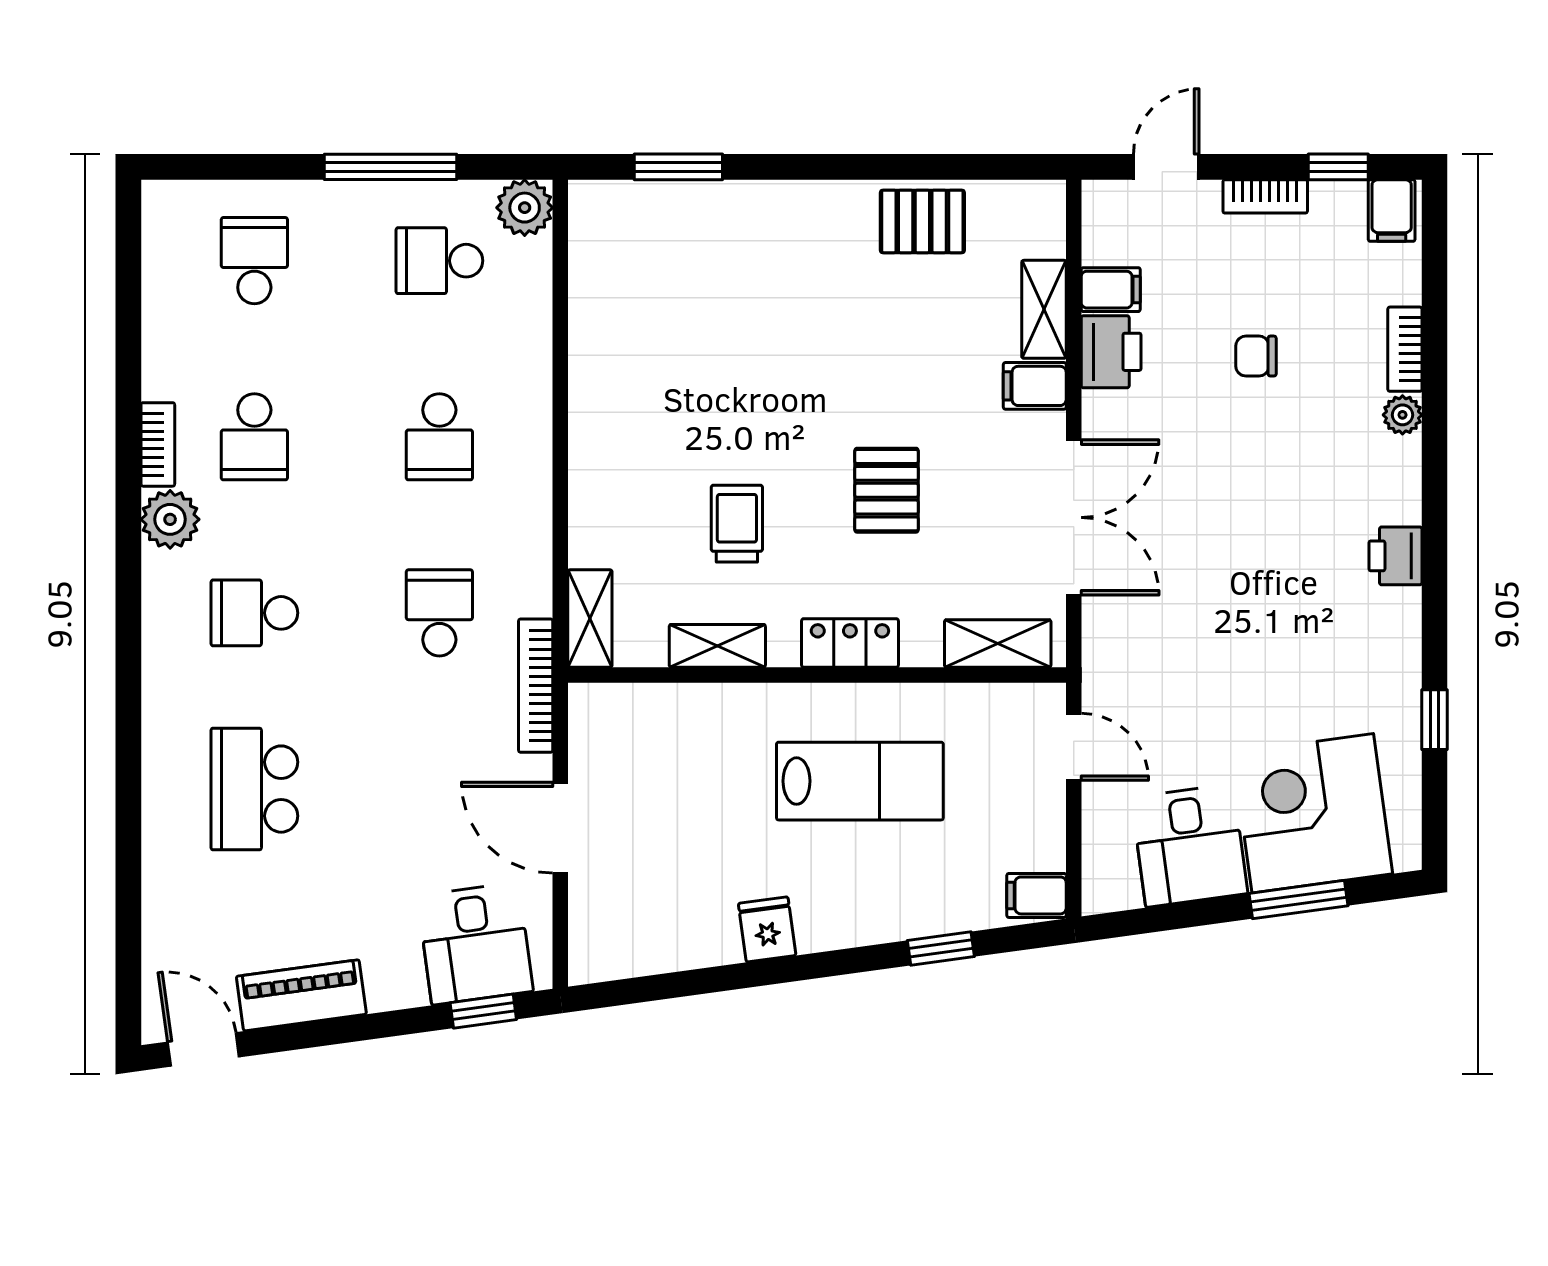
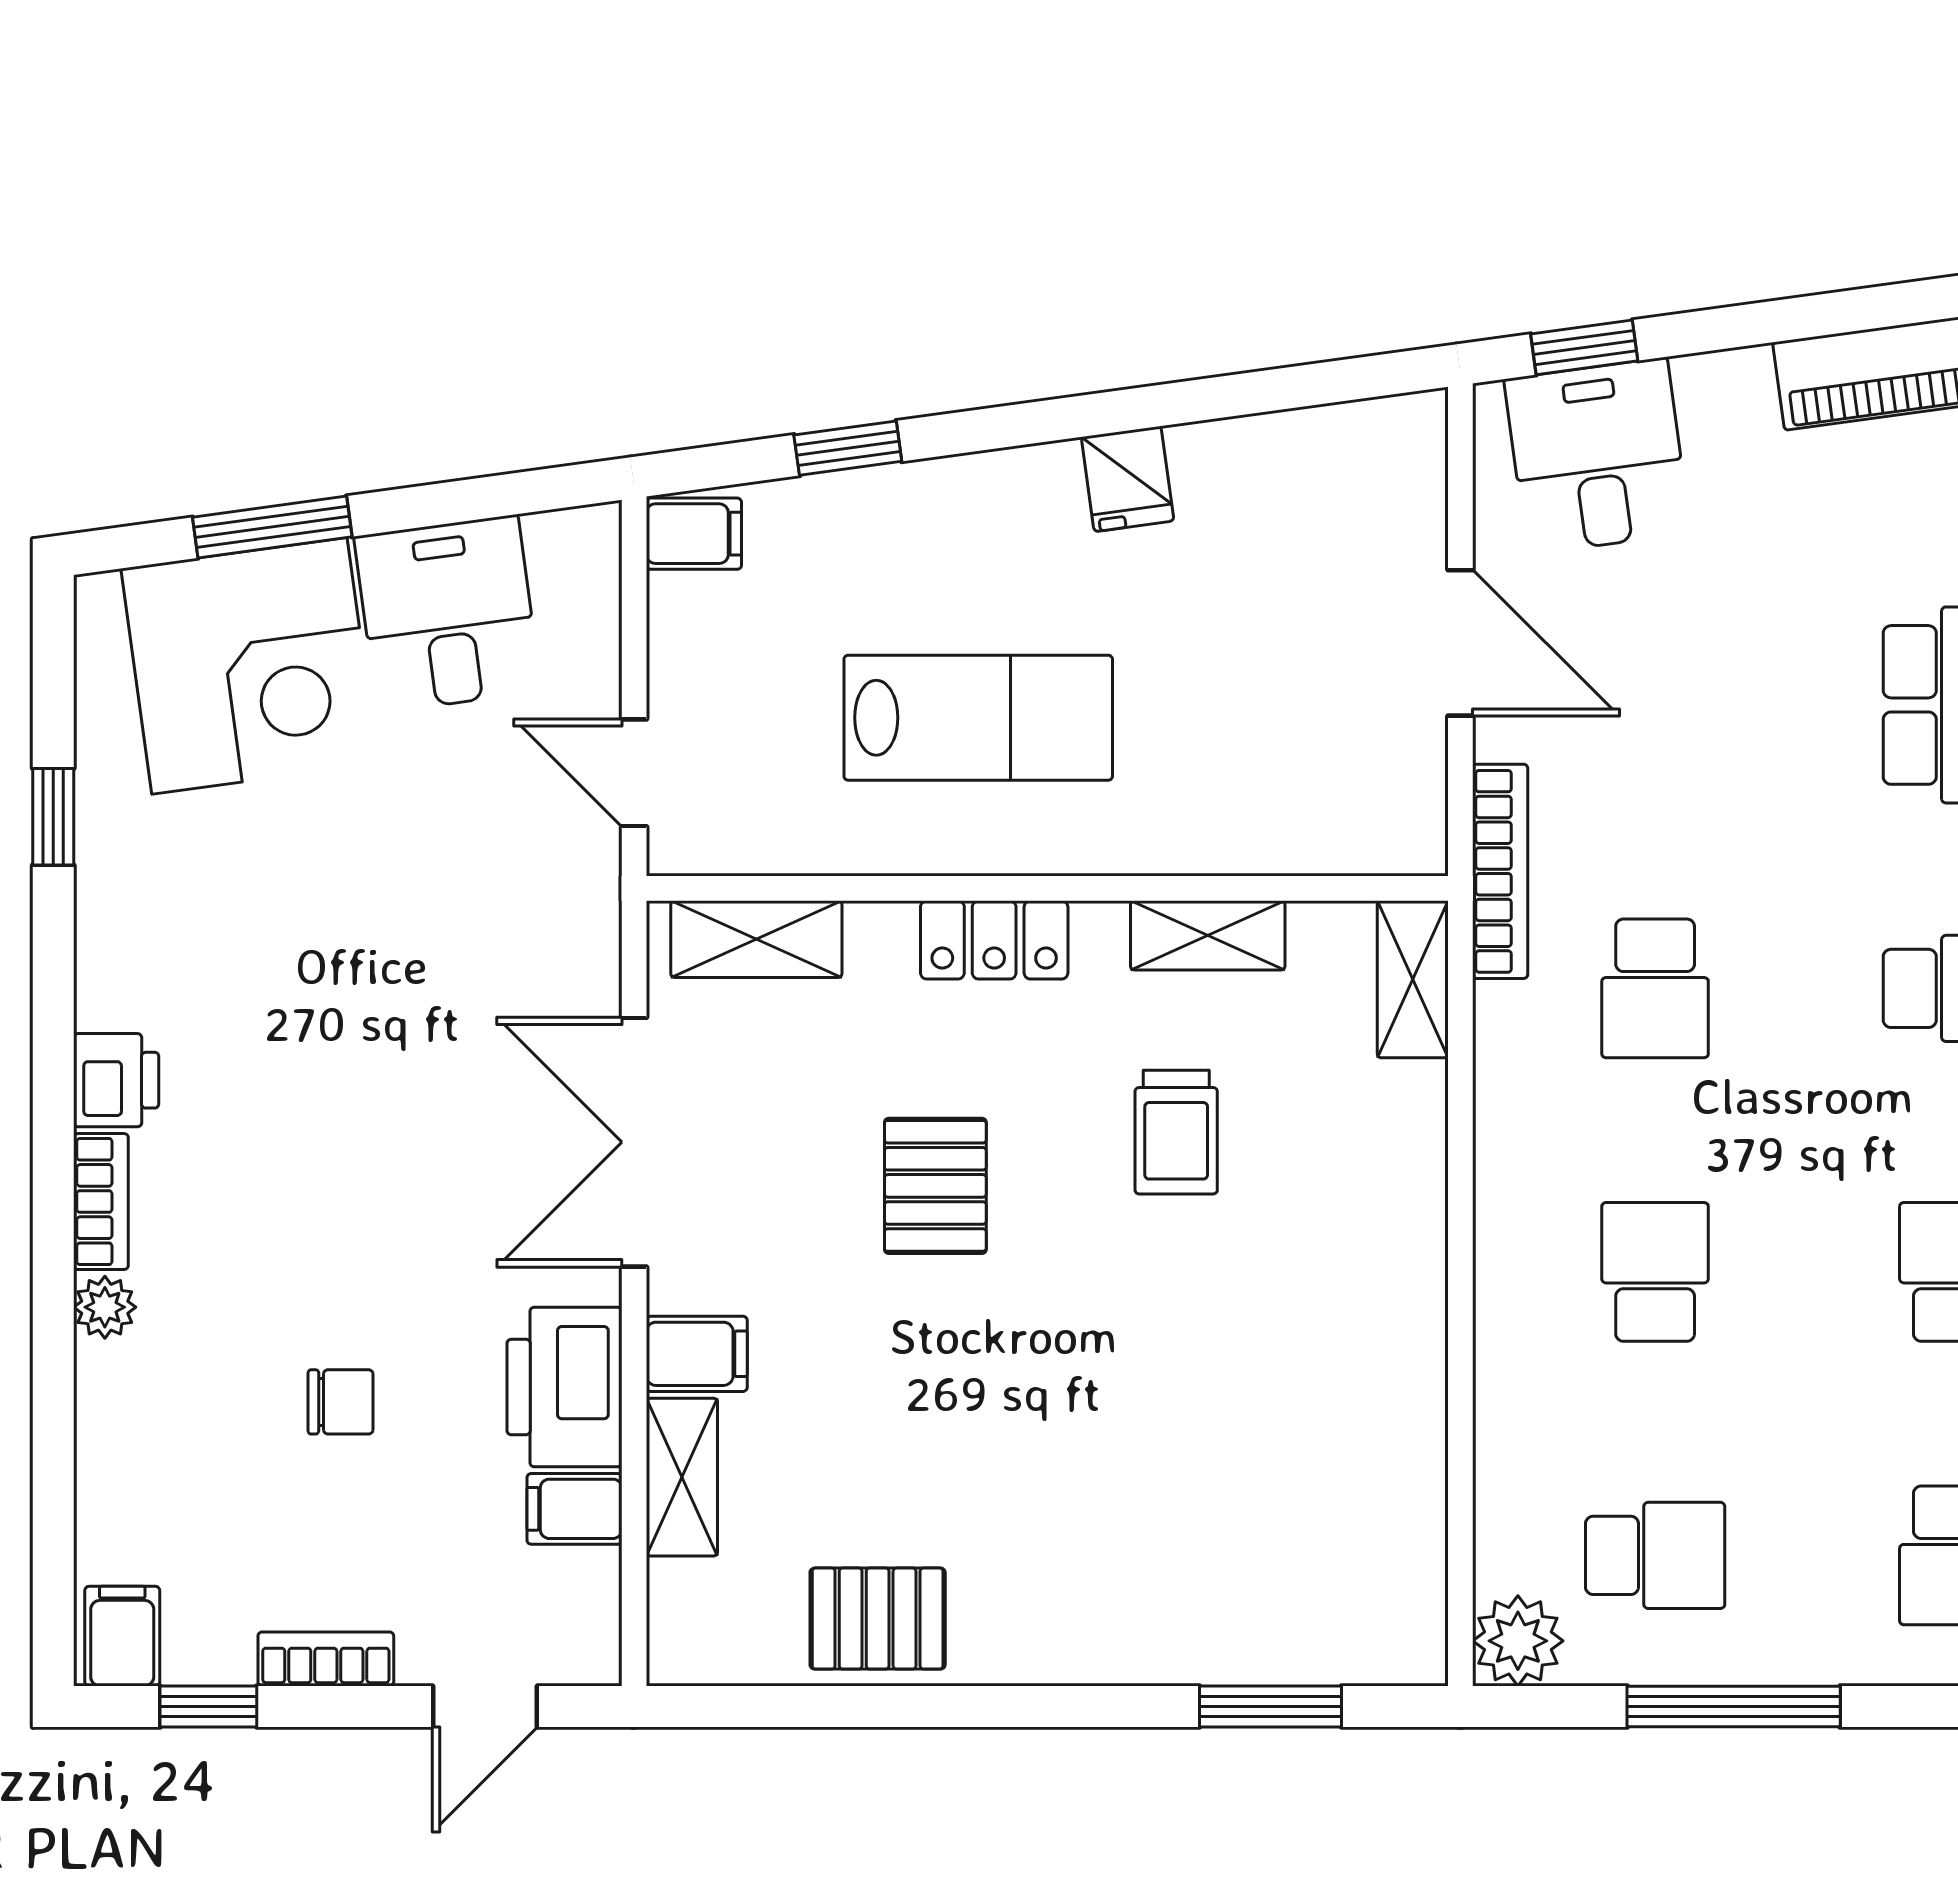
bookcase: (1405, 349) -> (101, 1202), moved
printer: (1111, 352) -> (564, 1387), width x1.37, depth x1.19
lab bench: (860, 781) -> (978, 718), turned 180

